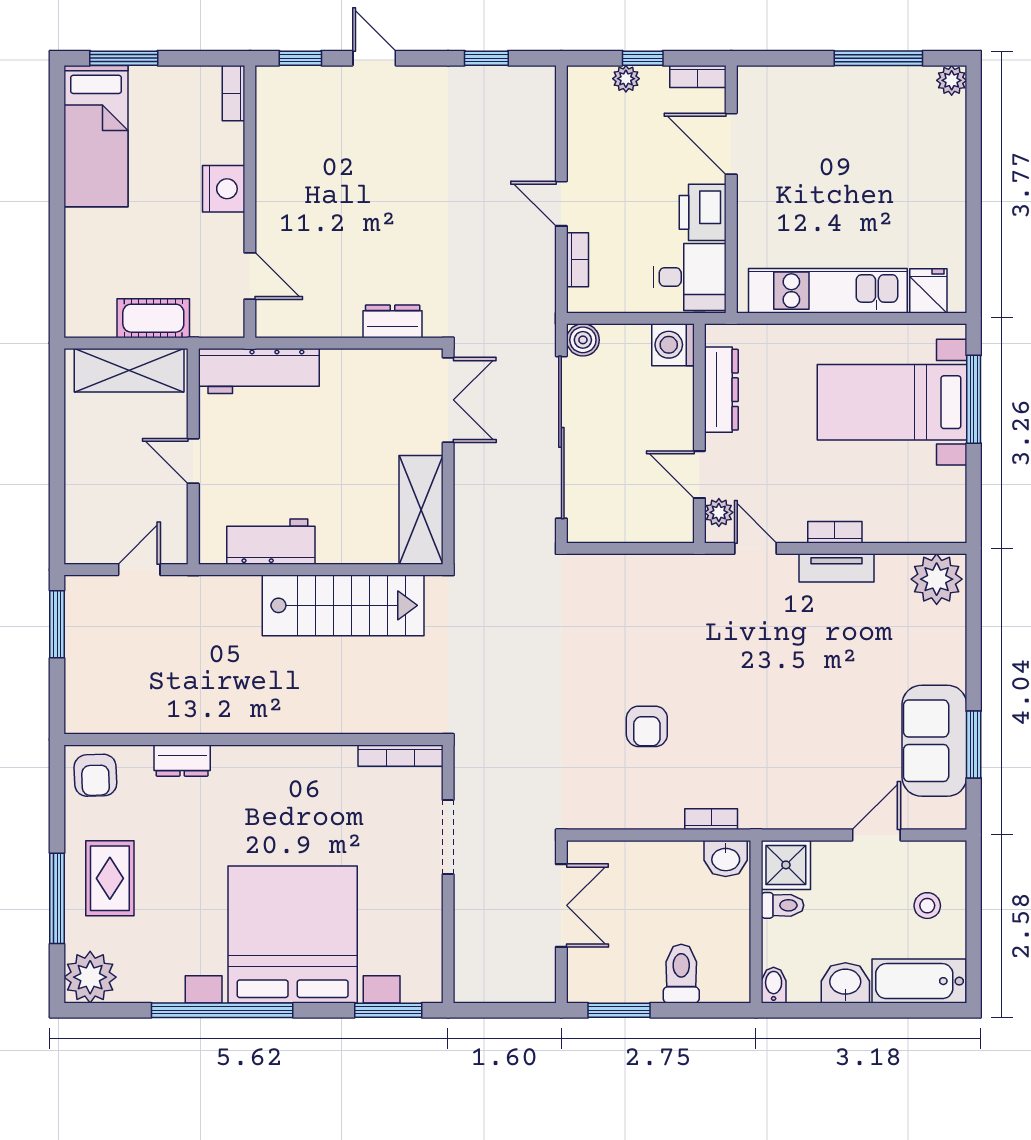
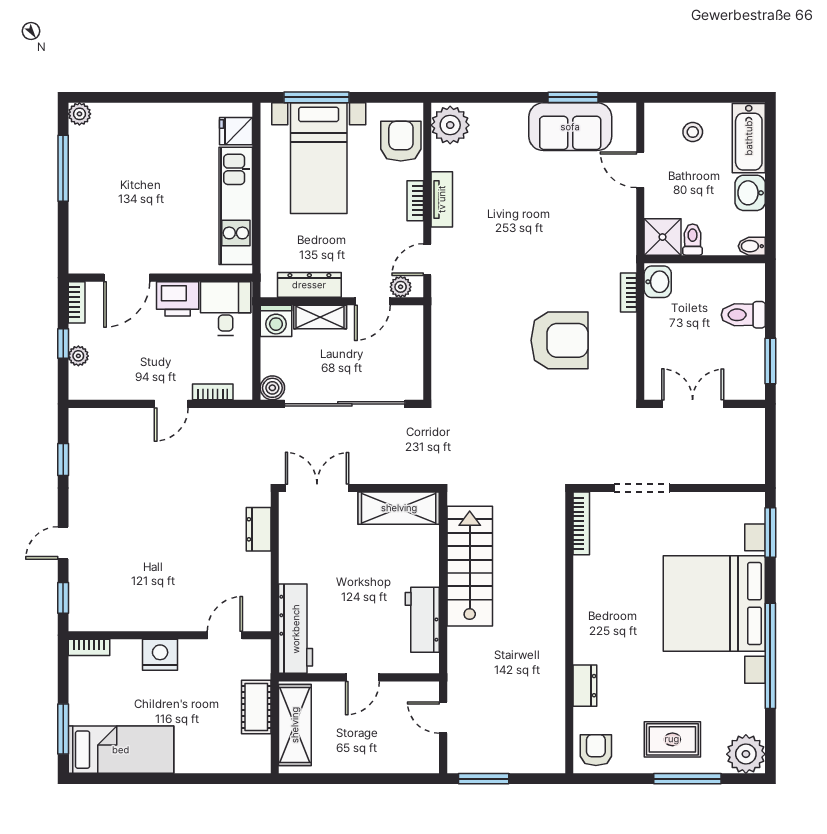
shelving: (678, 404) -> (320, 317), added
armchair: (915, 513) -> (401, 141), added
armchair: (647, 726) -> (560, 340), width x1.88, depth x1.88
armchair: (95, 775) -> (596, 750), turned -88

